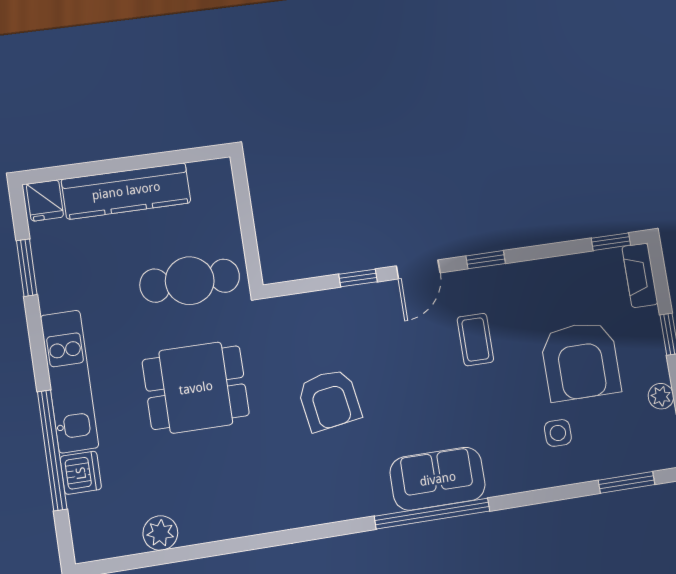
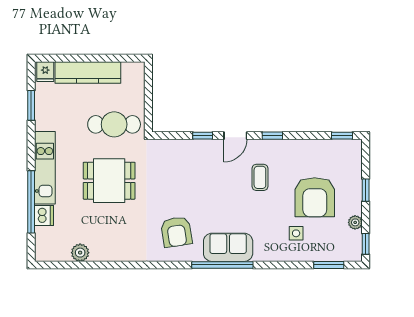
fireplace: (640, 275) -> (355, 156), removed
armchair: (329, 400) -> (176, 232), moved

